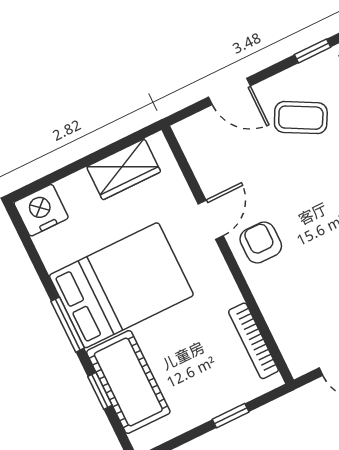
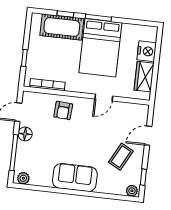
nightstand: (41, 210) -> (147, 51), moved
door: (211, 220) -> (104, 98), hinge flipped
armchair: (261, 243) -> (63, 110), moved, turned 94

